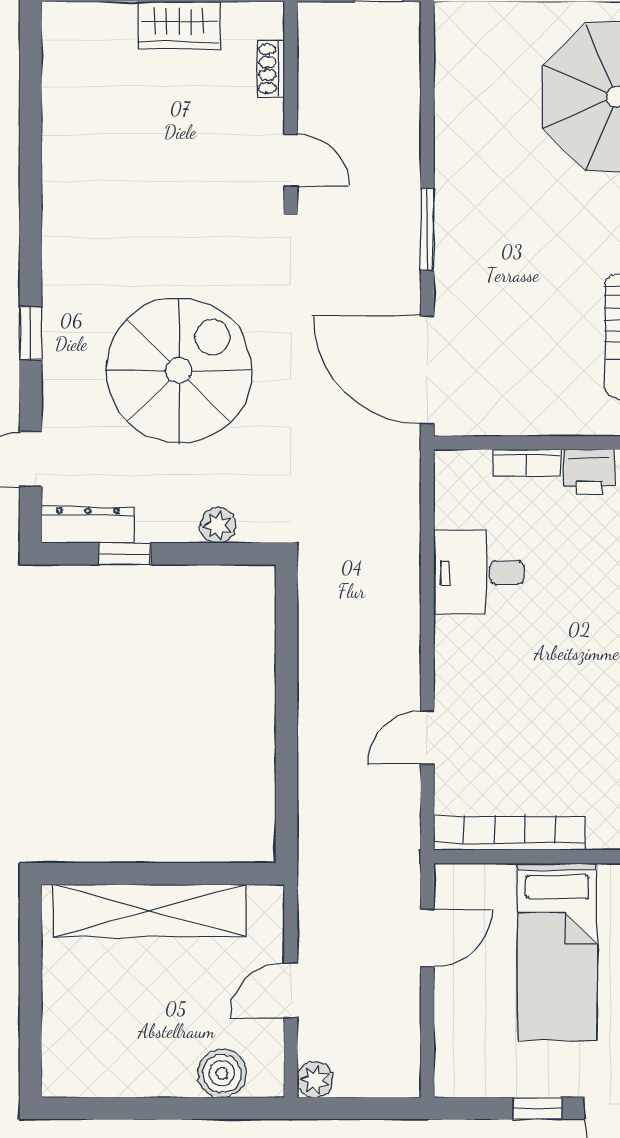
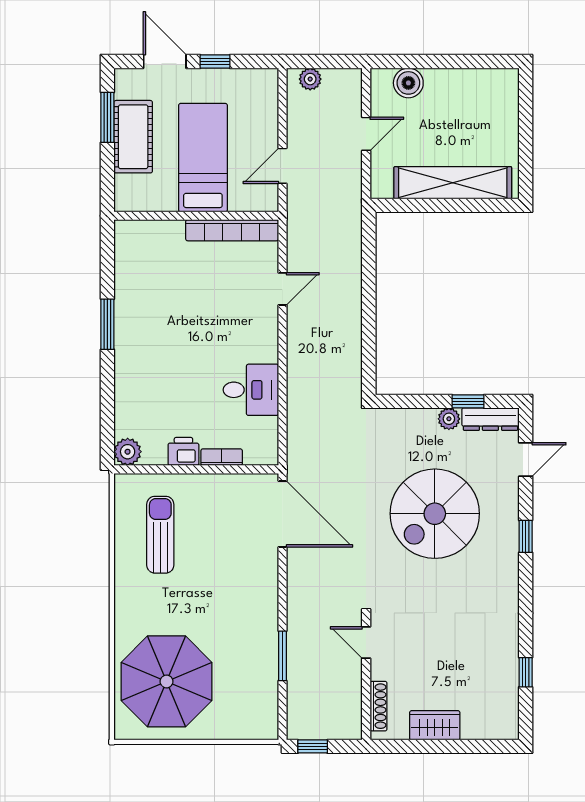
shoe rack: (271, 69) -> (378, 706), width x1.43
window: (31, 112) -> (526, 672), added
window: (427, 230) -> (282, 656), moved
plant: (218, 525) -> (449, 419), moved
plant: (315, 1080) -> (310, 79), moved

